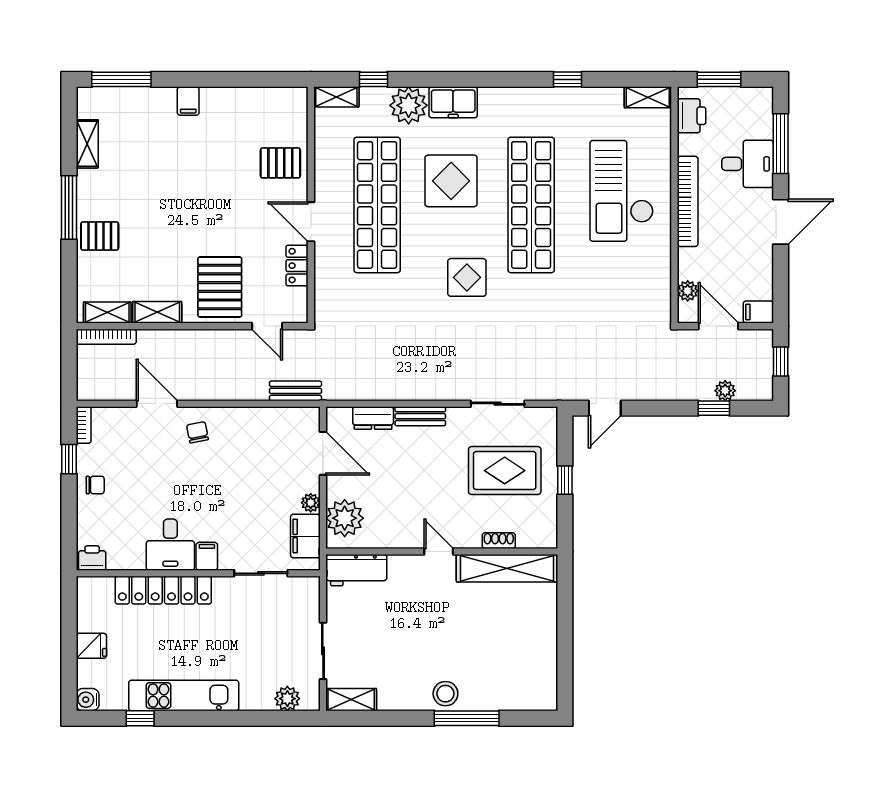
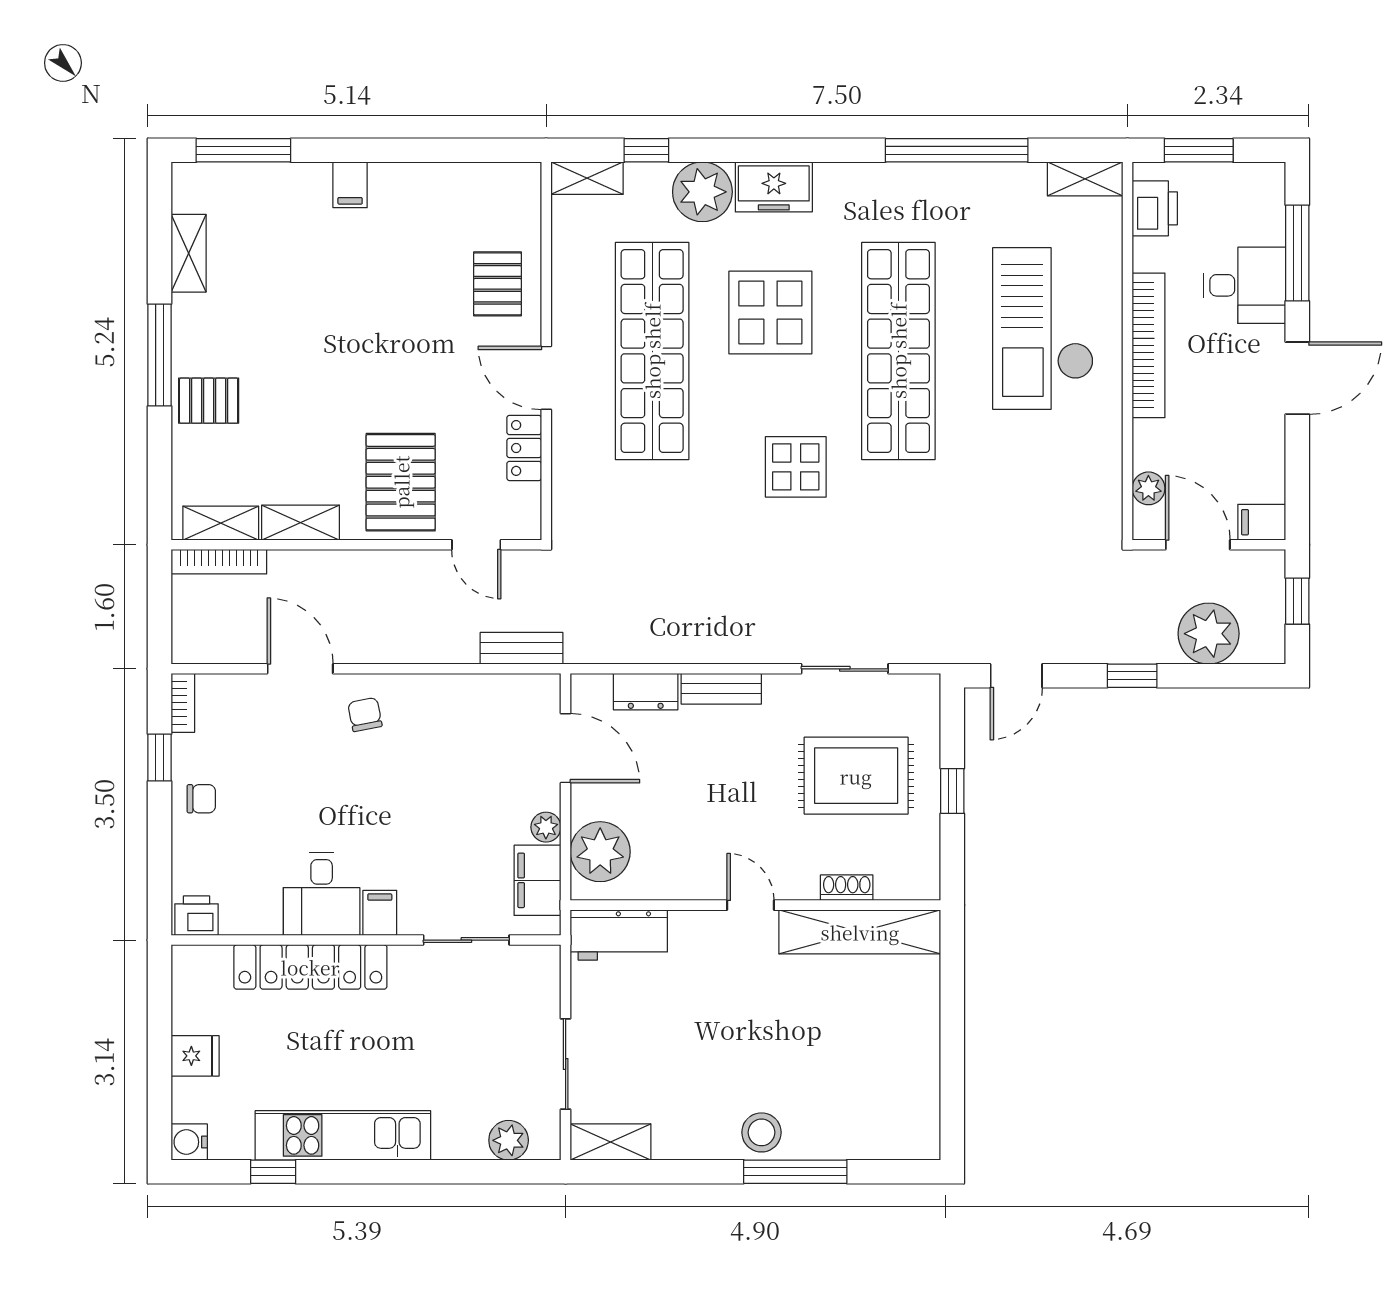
window: (567, 79) -> (957, 150), width x3.17
pallet: (280, 163) -> (497, 284), turned 90
plant: (725, 391) -> (1209, 634), width x1.87, depth x1.87
window: (714, 408) -> (1132, 676), moved

